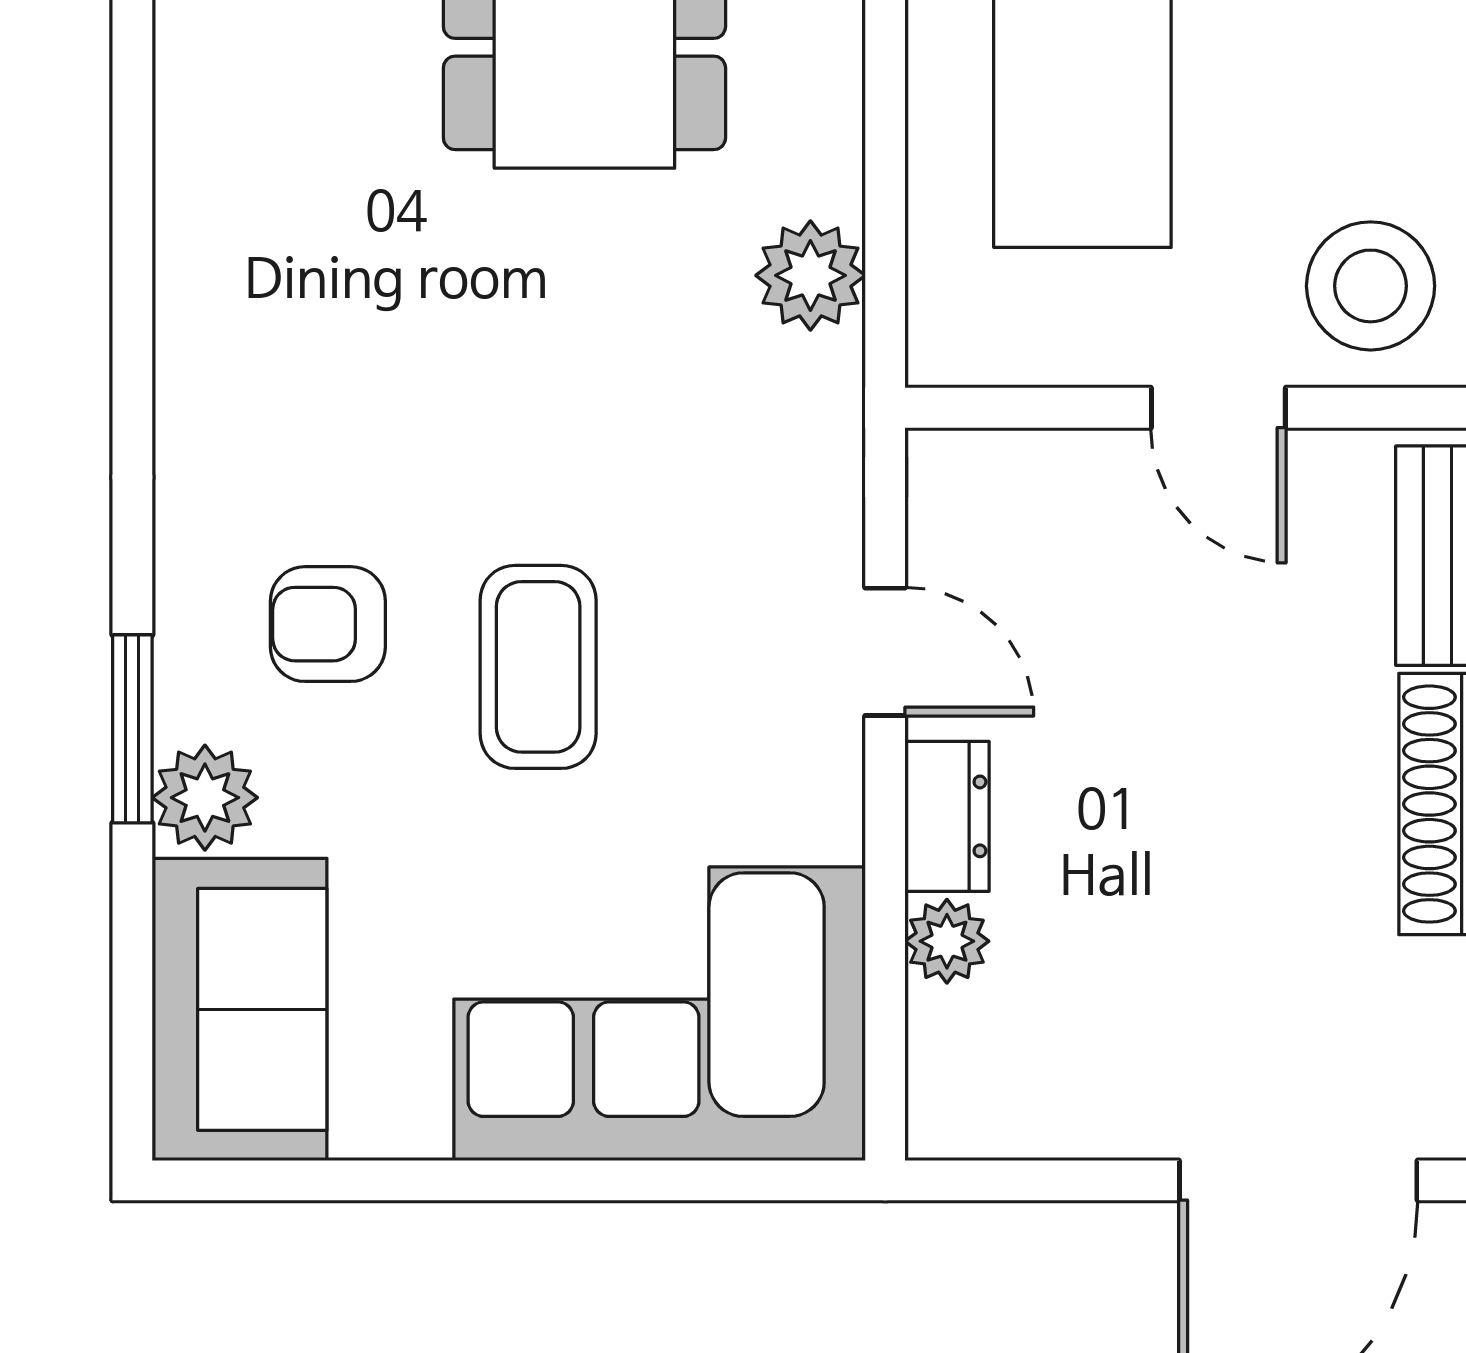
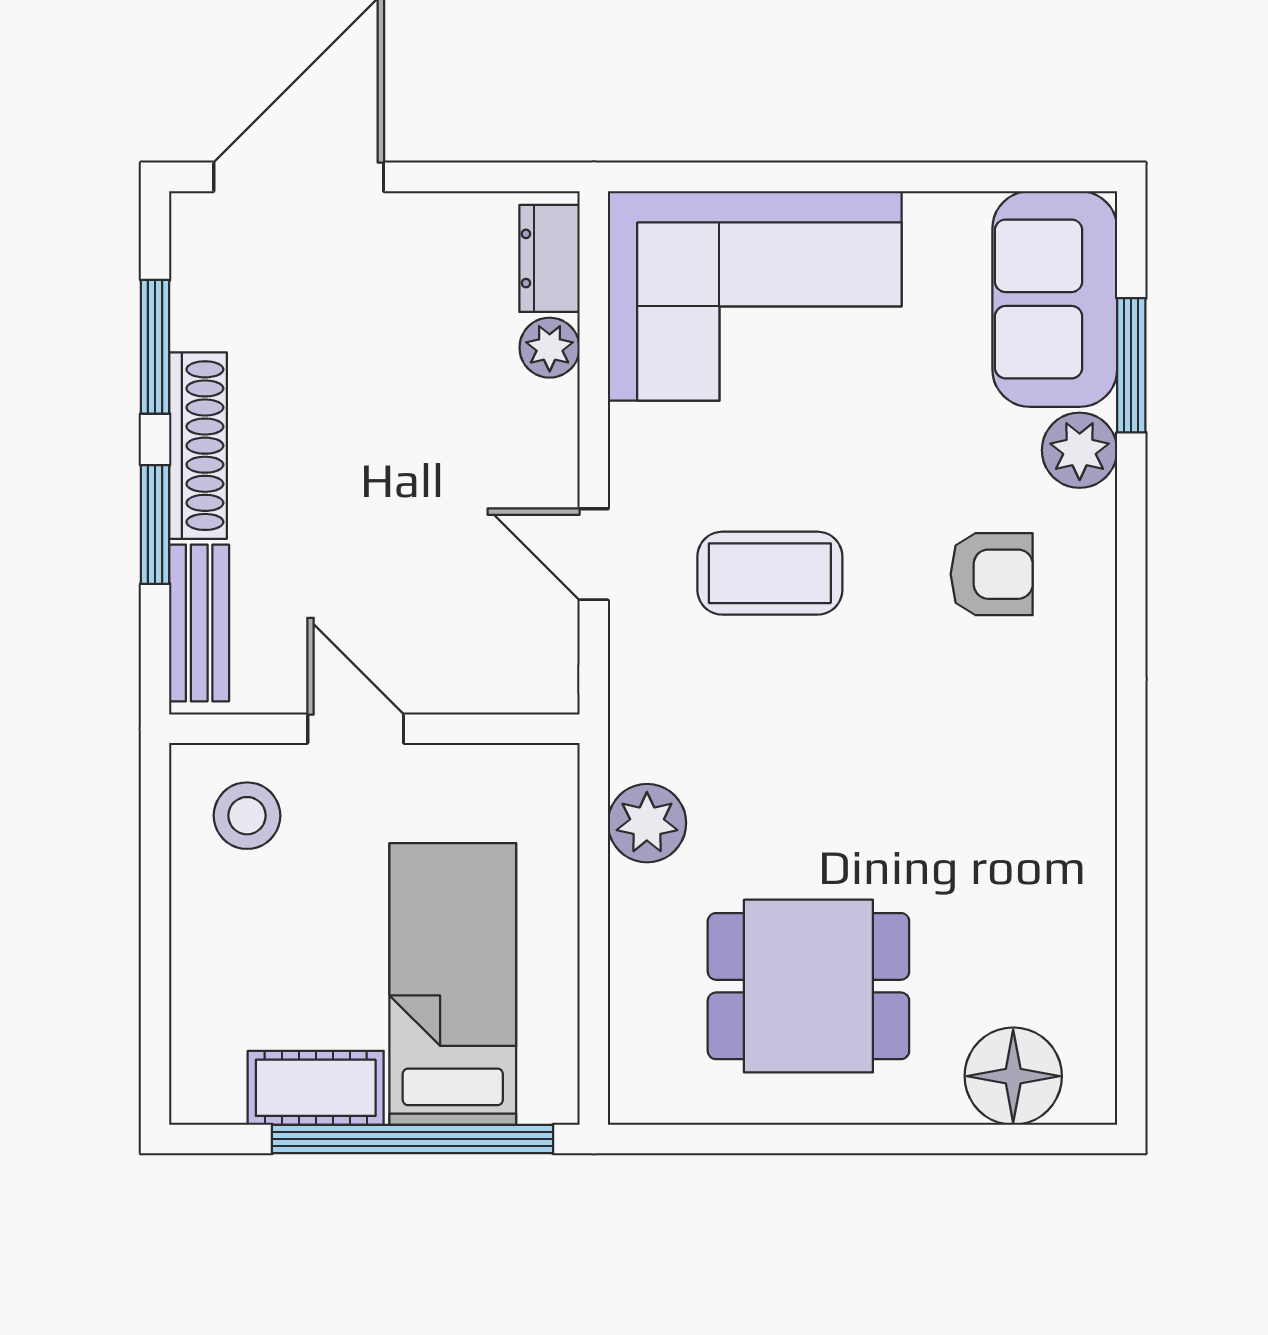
stool: (1371, 286) -> (247, 816), width x0.73, depth x0.73
coffee table: (538, 667) -> (770, 573), moved, turned 90
window: (132, 729) -> (1131, 365), moved
dresser: (947, 816) -> (549, 258), moved

